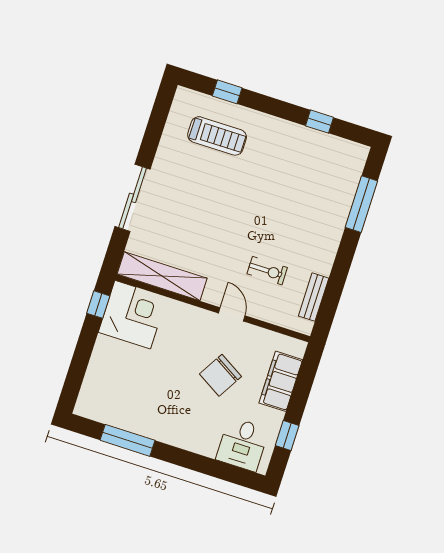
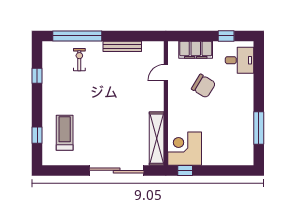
sliding door: (133, 198) -> (117, 170), width x1.36
window: (361, 204) -> (77, 36), width x1.46
exercise bike: (267, 271) -> (79, 60), moved
bench: (314, 297) -> (122, 46), moved, width x1.36
door: (232, 314) -> (166, 73), moved

